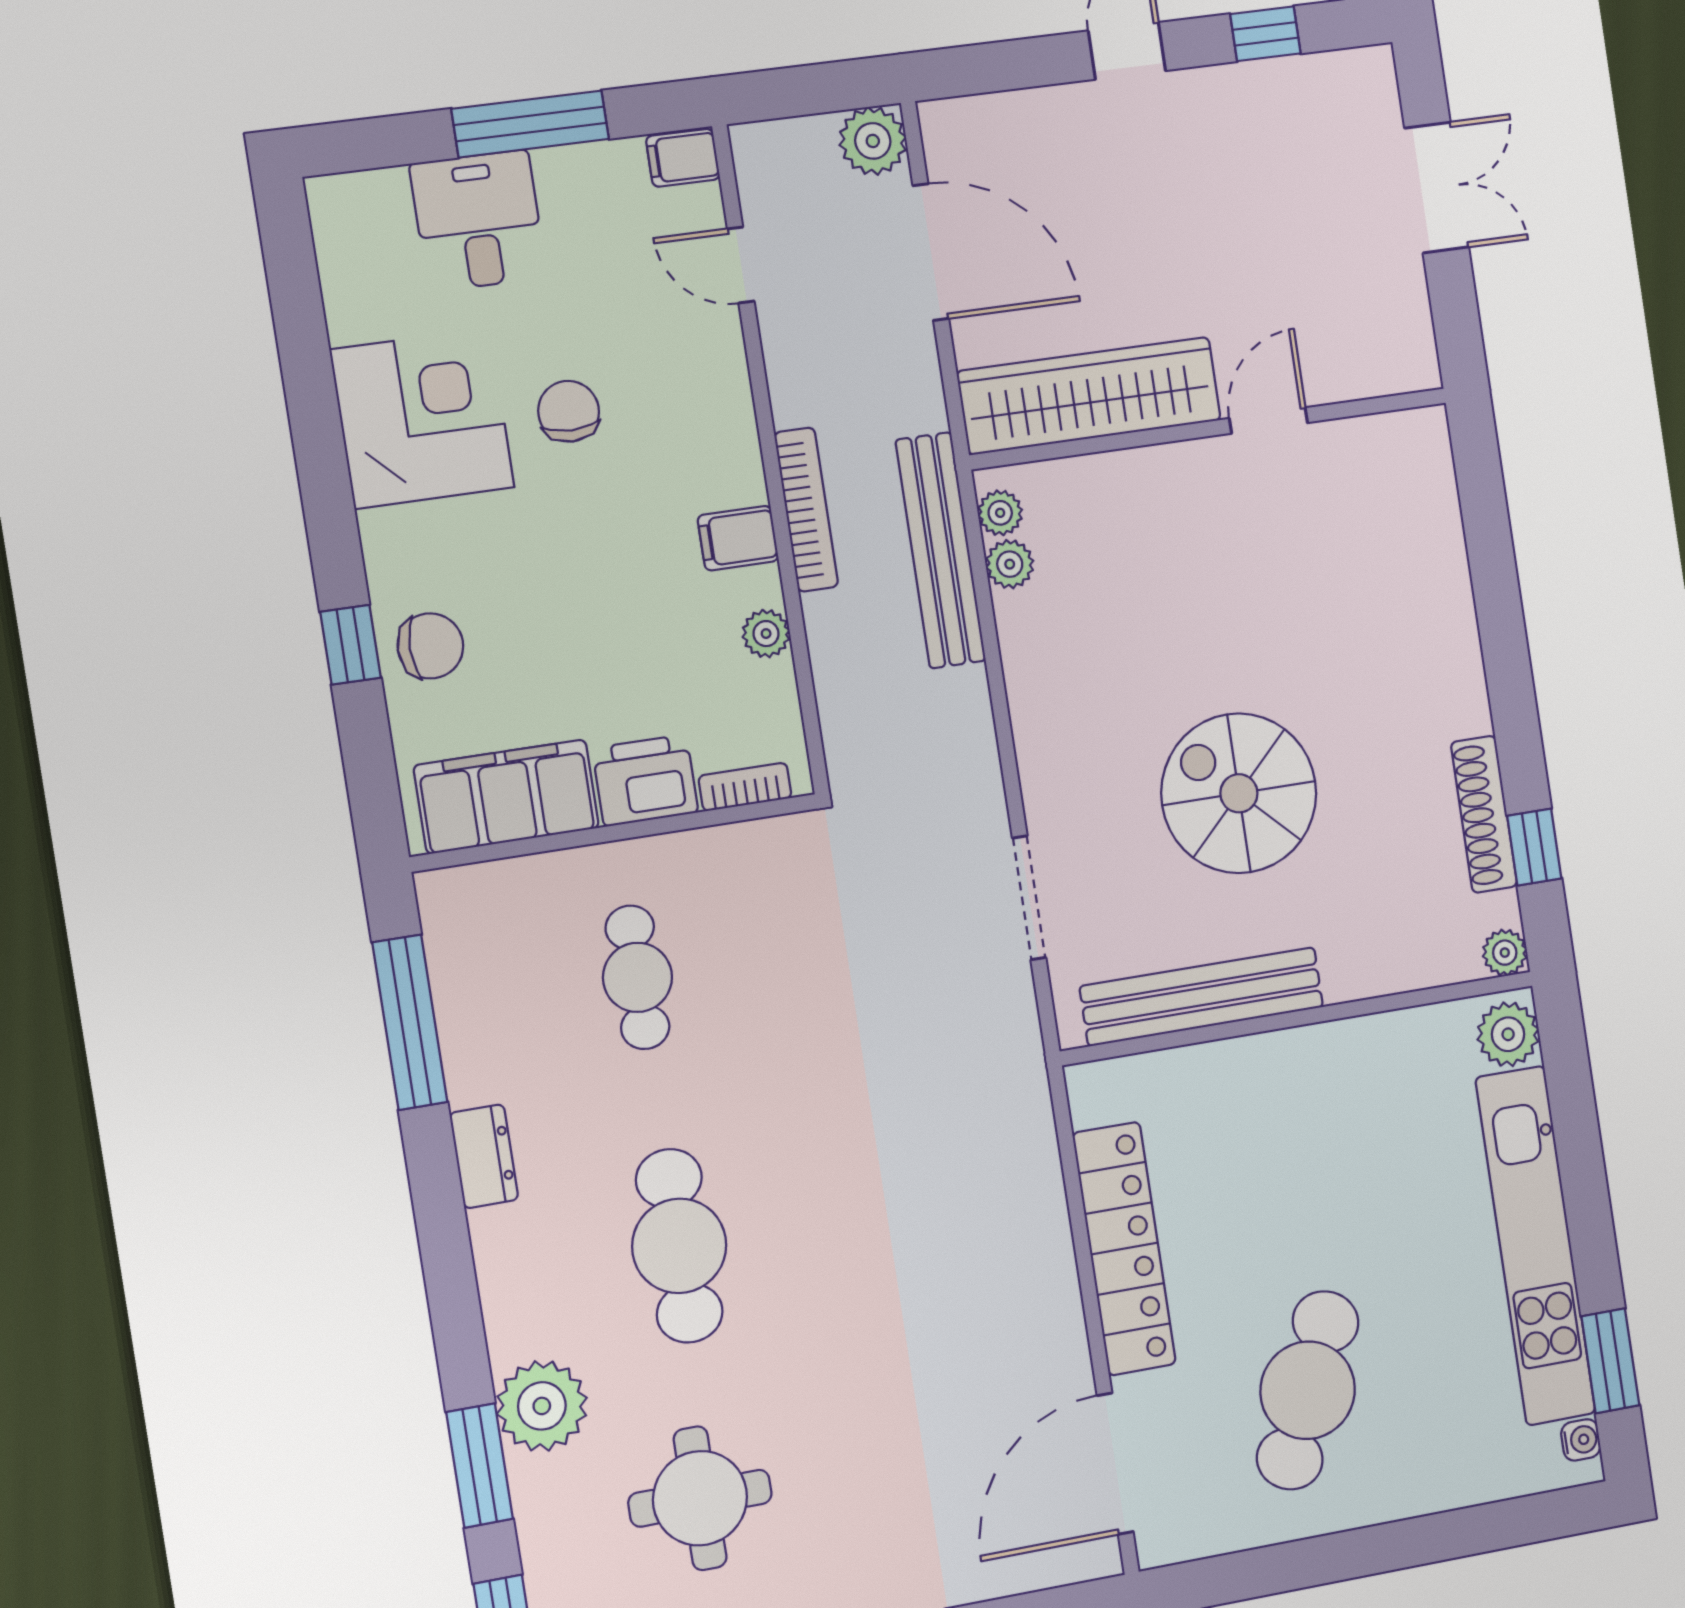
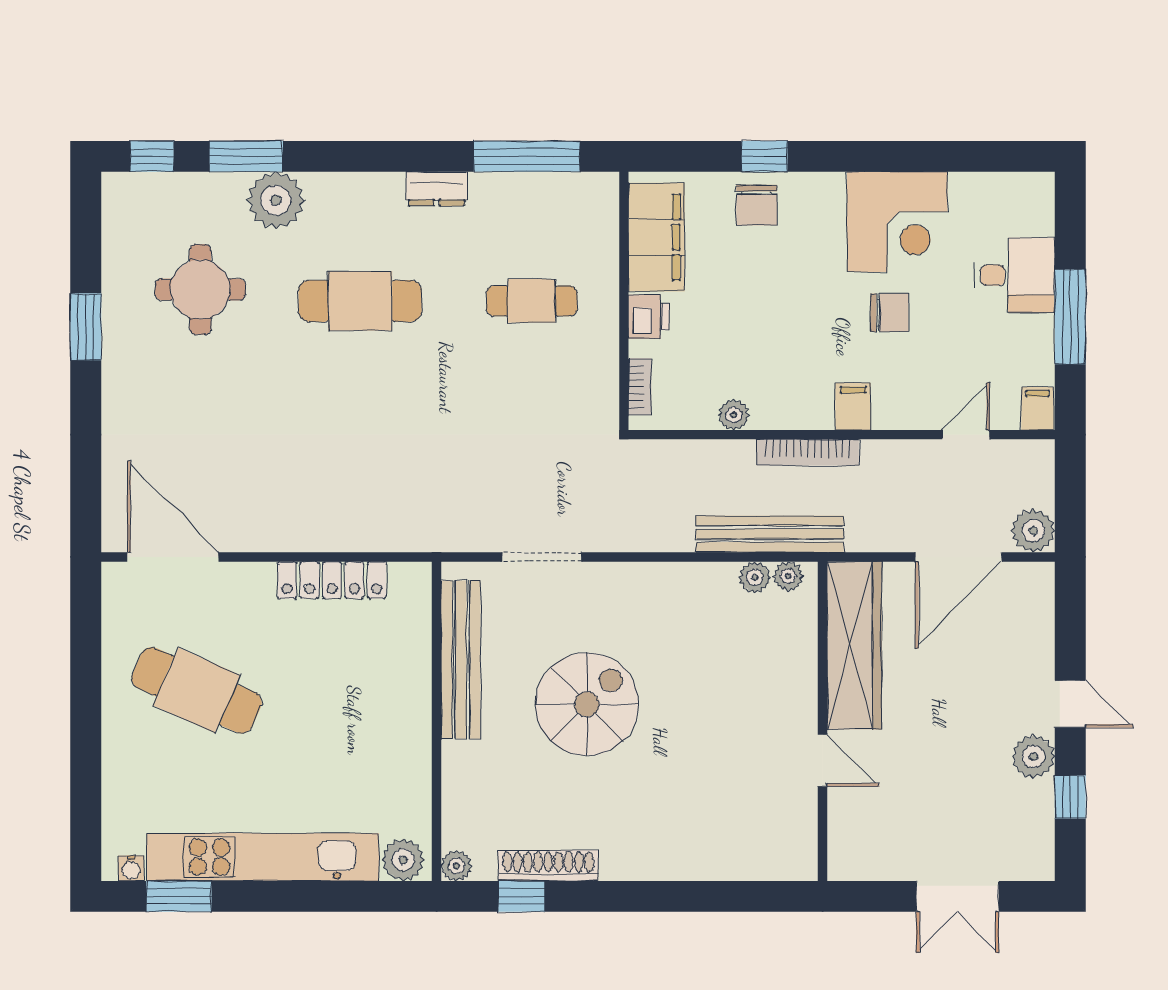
plant: (1214, 98) -> (1033, 757), added
filing cabinet: (738, 538) -> (853, 406), moved
printer: (645, 780) -> (649, 317), width x0.73, depth x0.81
locker: (1124, 1249) -> (332, 580), width x0.71, depth x0.83

